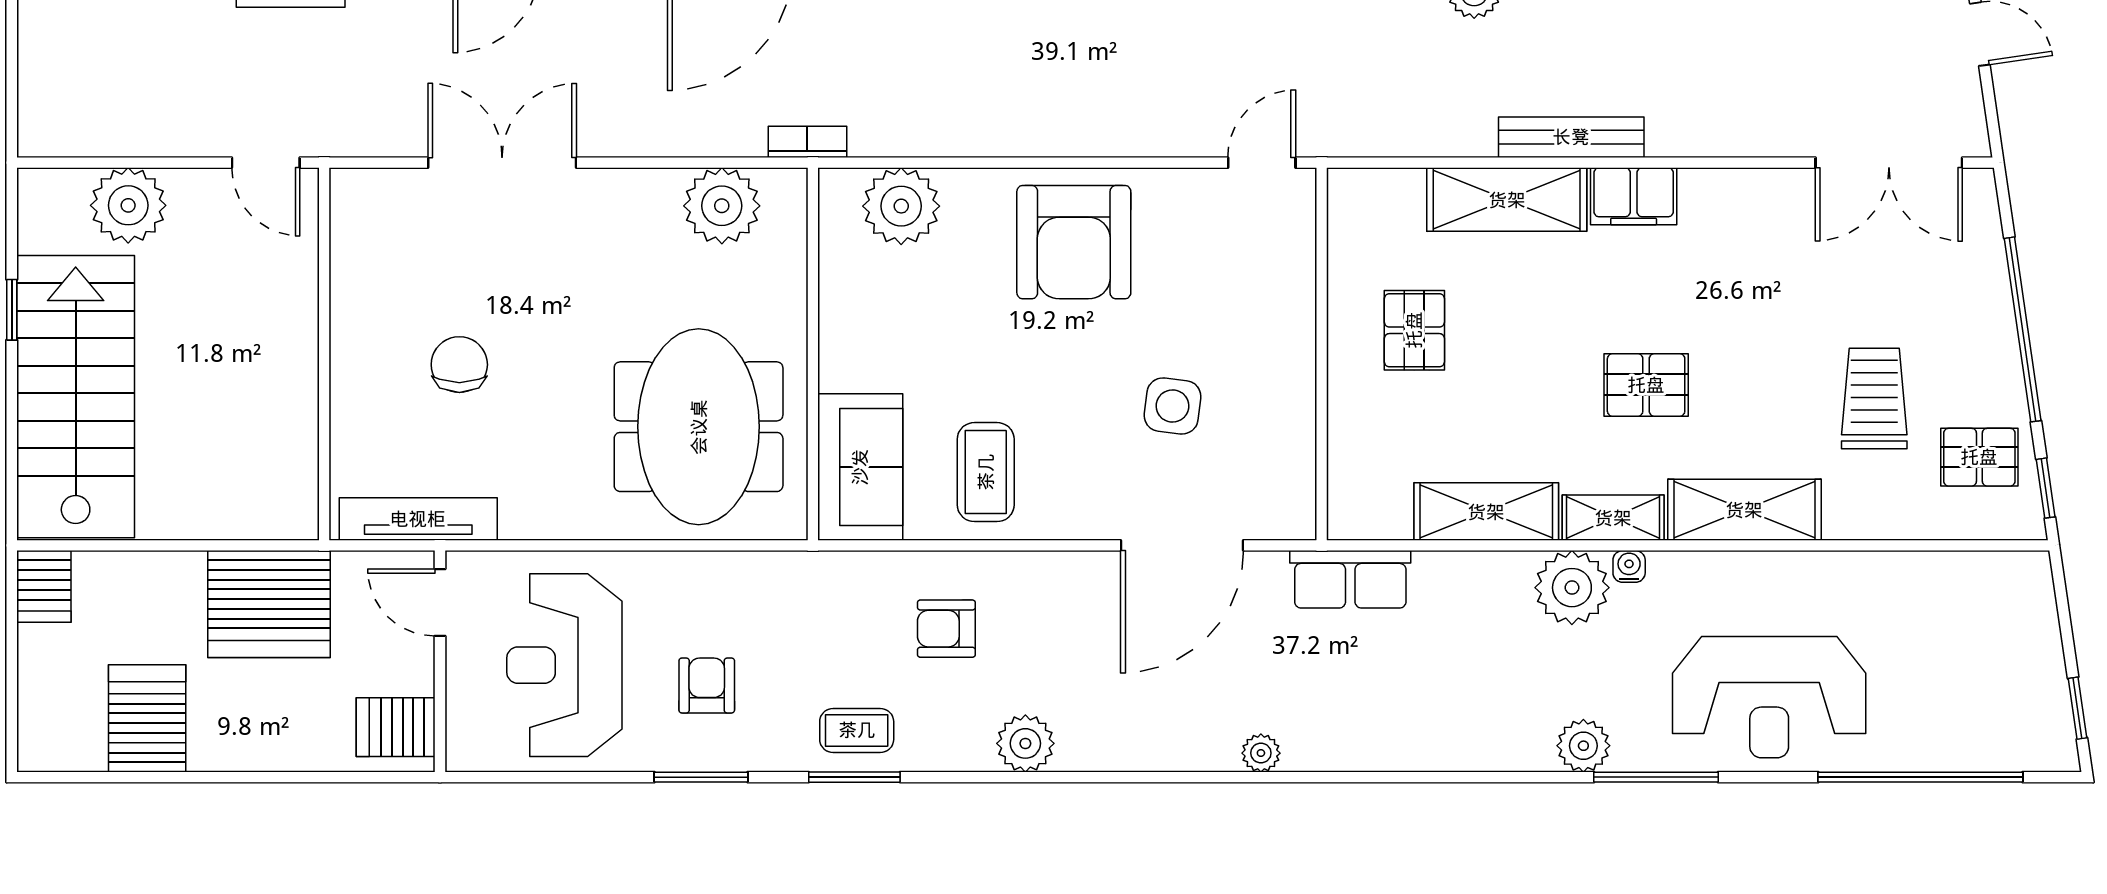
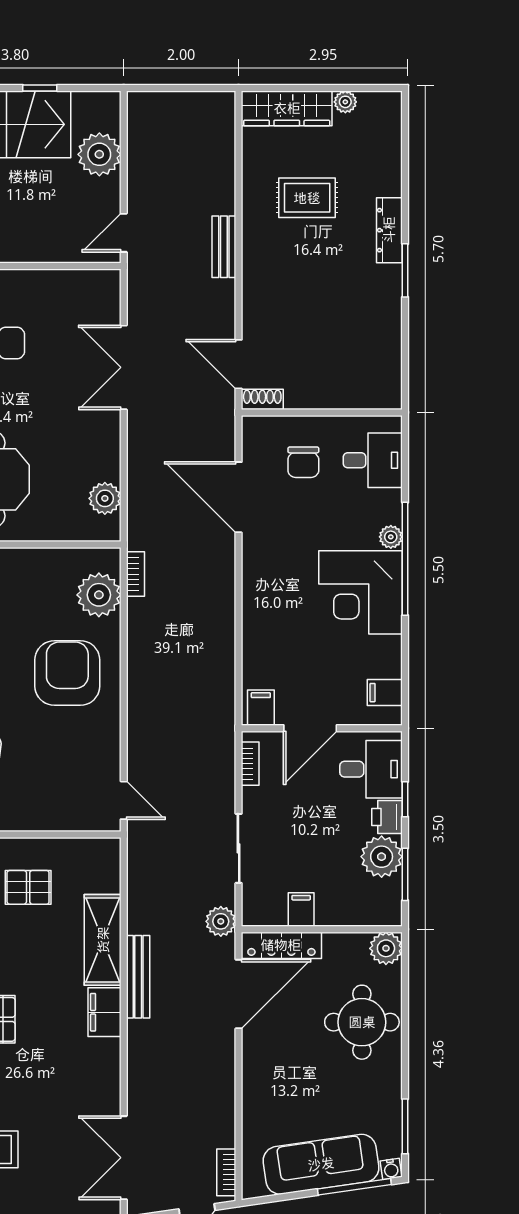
bookcase: (807, 142) -> (136, 574), moved
double door: (502, 163) -> (124, 367), swing flipped
plant: (722, 206) -> (105, 498), width x0.73, depth x0.73
armchair: (1074, 242) -> (67, 673), moved, turned 90

